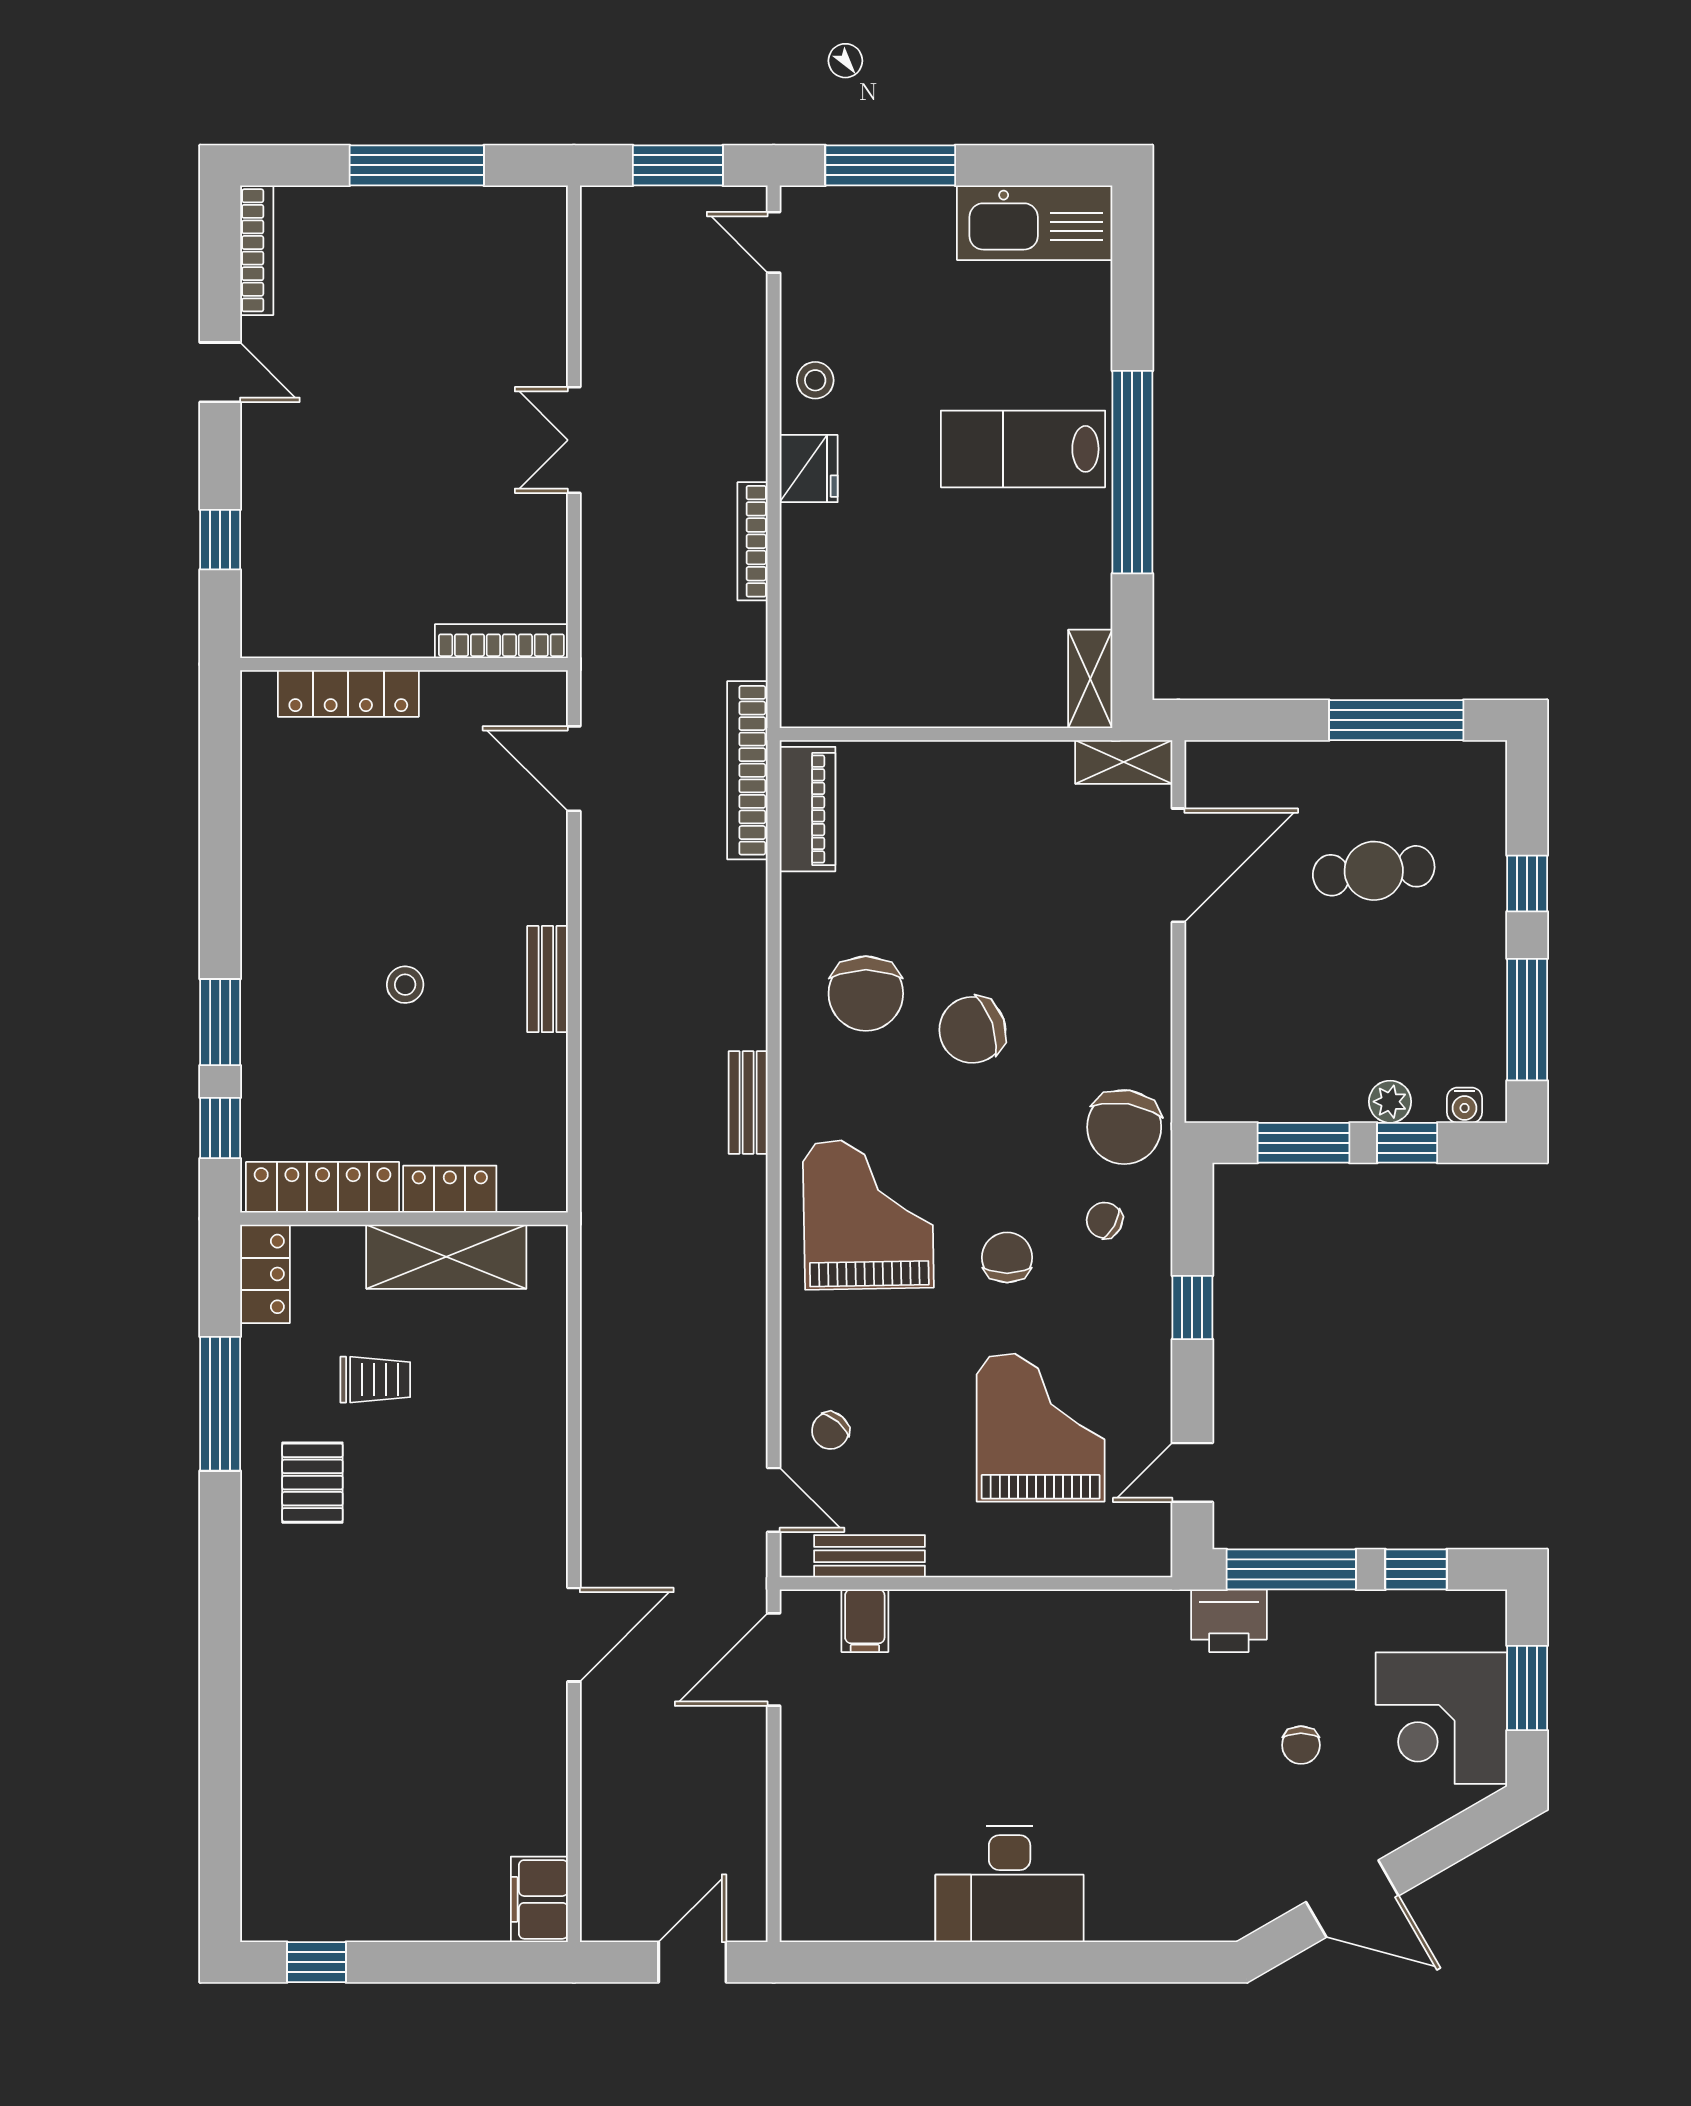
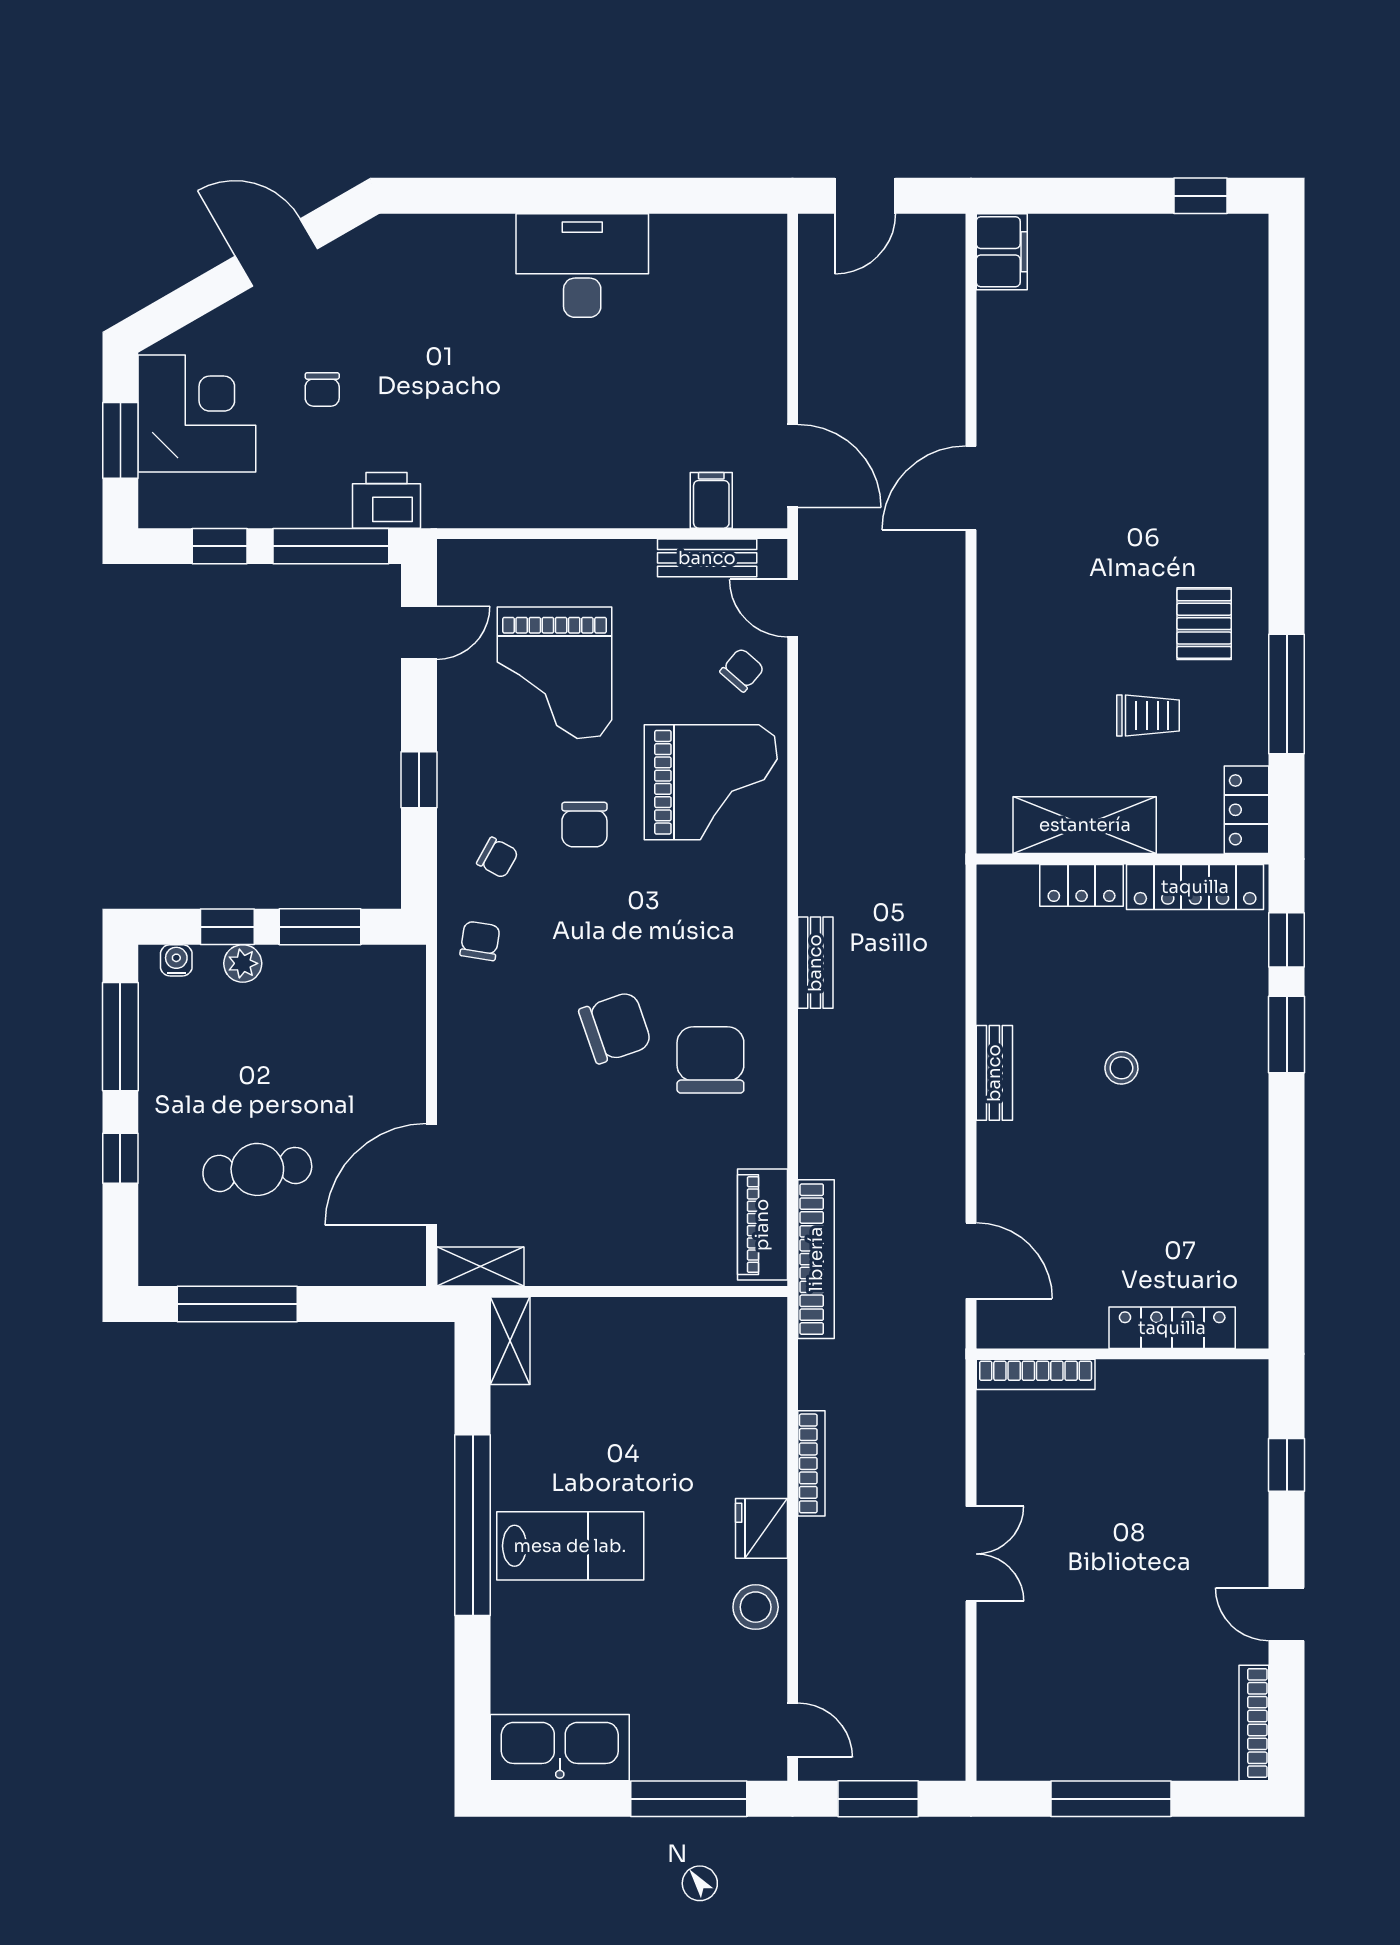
stool: (815, 380) -> (756, 1607), width x1.37, depth x1.37
chair: (1124, 1127) -> (480, 941), width x0.54, depth x0.54
grand piano: (868, 1214) -> (711, 782), moved, turned -89
trolley: (375, 1380) -> (1148, 716), turned 180
door: (774, 1659) -> (793, 466), hinge flipped
chair: (1301, 1745) -> (322, 389), turned 180

